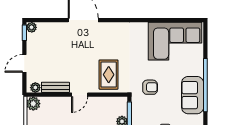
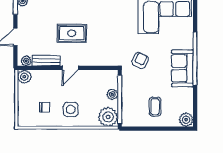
rug: (109, 75) -> (72, 33), moved, turned 90
armchair: (150, 87) -> (140, 60), turned -64

